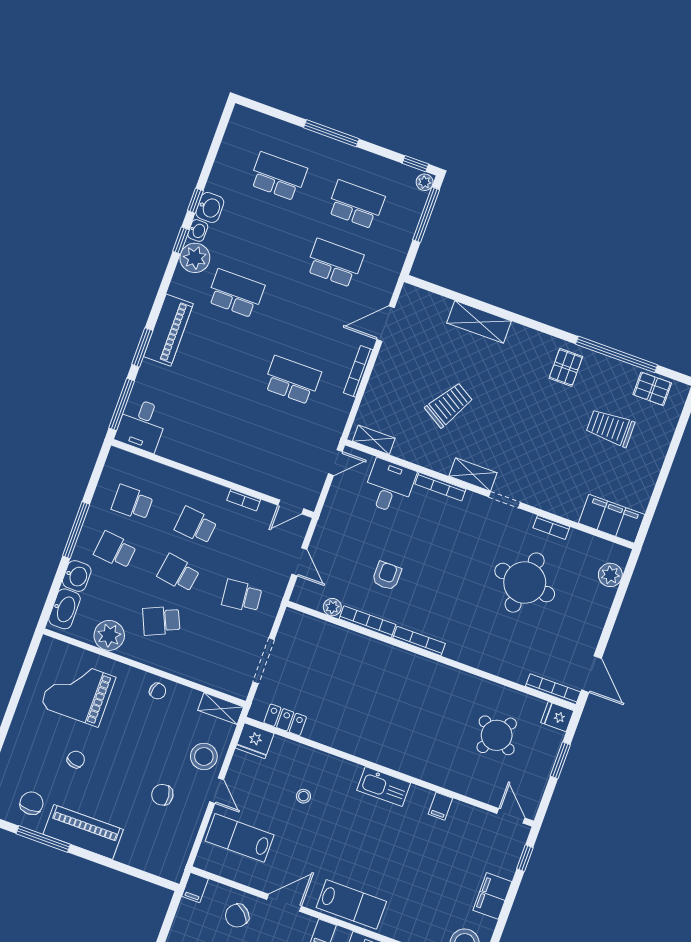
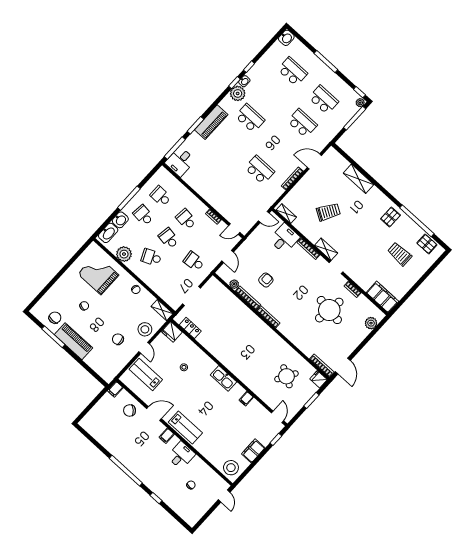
washbasin: (210, 207) -> (286, 38), moved

